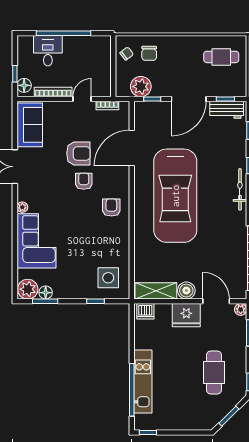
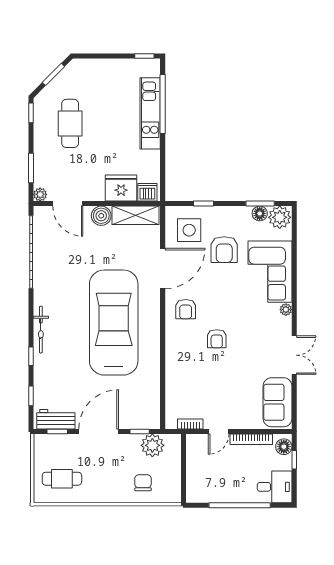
desk: (48, 51) -> (275, 487), moved, turned -90
chair: (127, 54) -> (168, 482), removed
door: (132, 148) -> (163, 268), moved
armchair: (78, 153) -> (224, 250), moved, turned -90
fridge: (186, 315) -> (121, 188), moved

